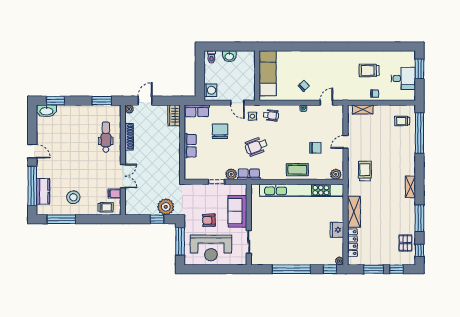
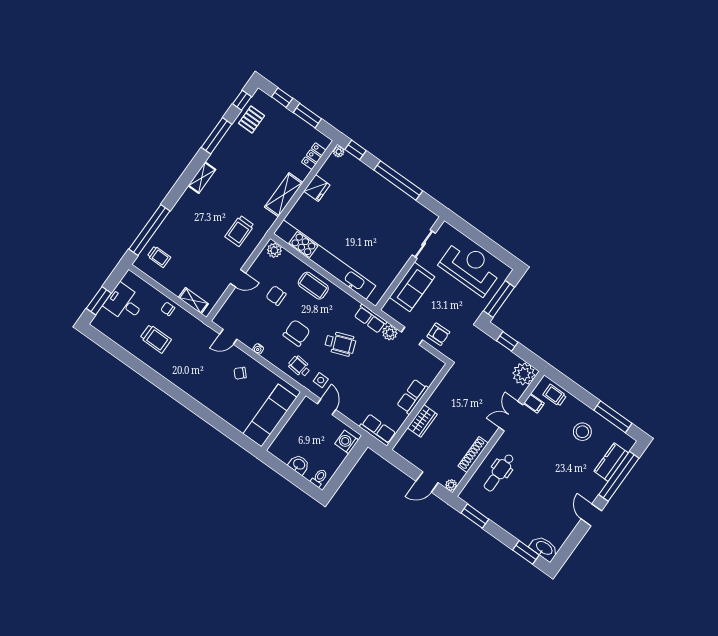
wardrobe: (174, 115) -> (422, 421), moved
chair: (220, 131) -> (297, 333), moved, turned 180
plant: (166, 207) -> (524, 374), moved
armchair: (209, 220) -> (438, 334), moved
locker: (352, 243) -> (314, 156), width x0.66

